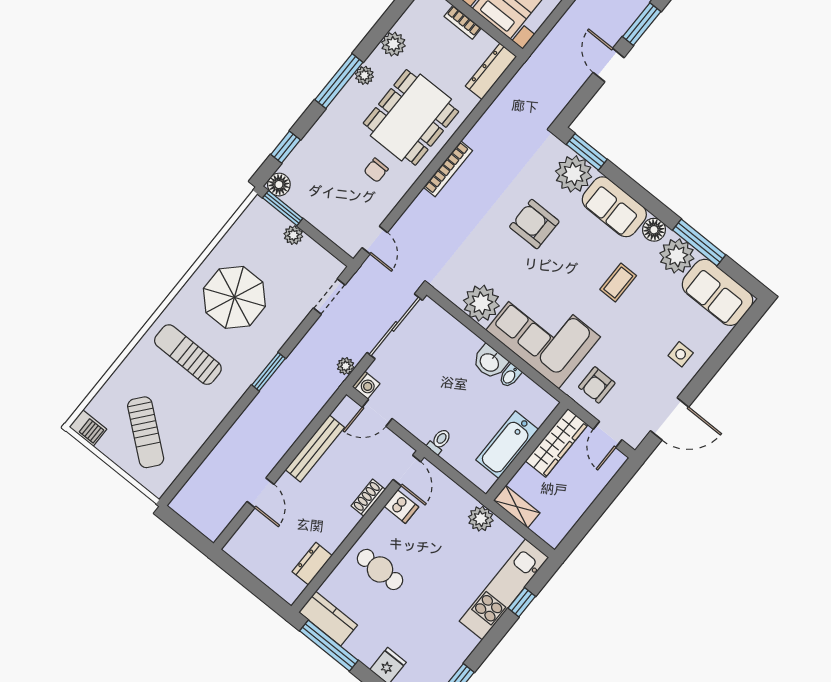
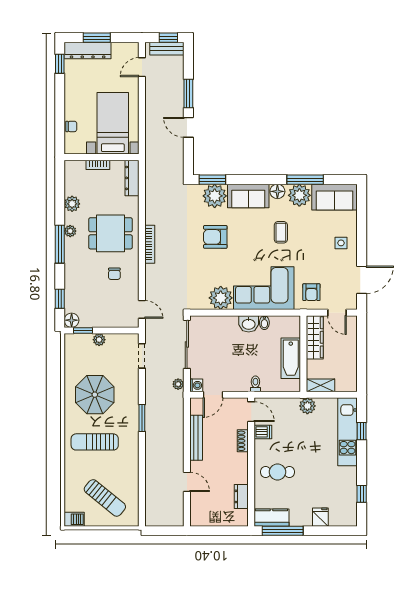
dining table: (411, 117) -> (110, 233), width x0.73
window: (283, 208) -> (83, 331), width x0.67

